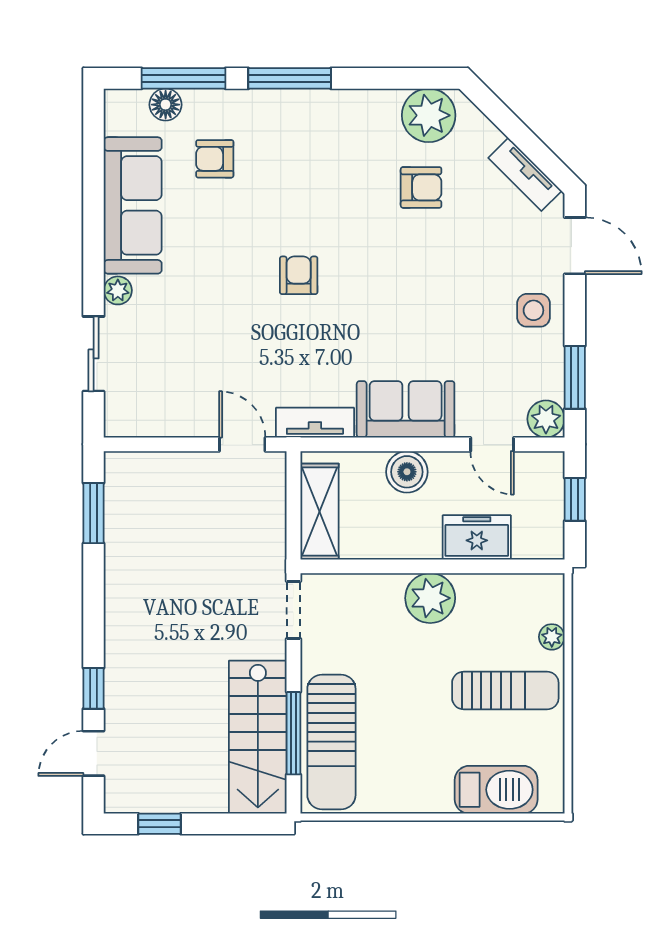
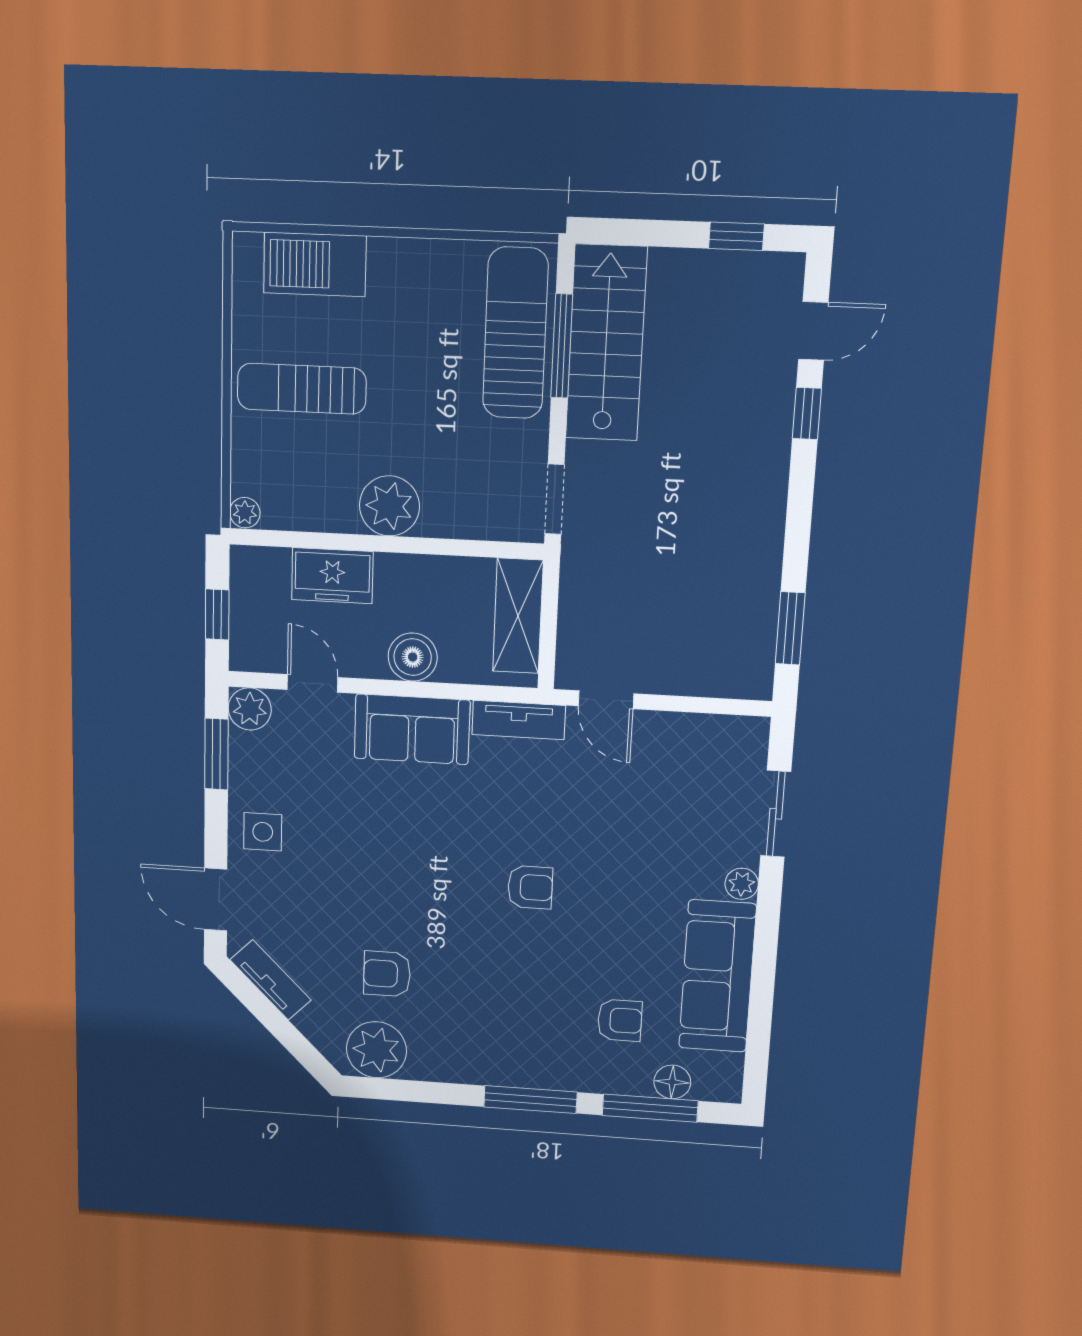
armchair: (299, 275) -> (530, 887), turned -90
plant: (552, 637) -> (245, 513), moved

